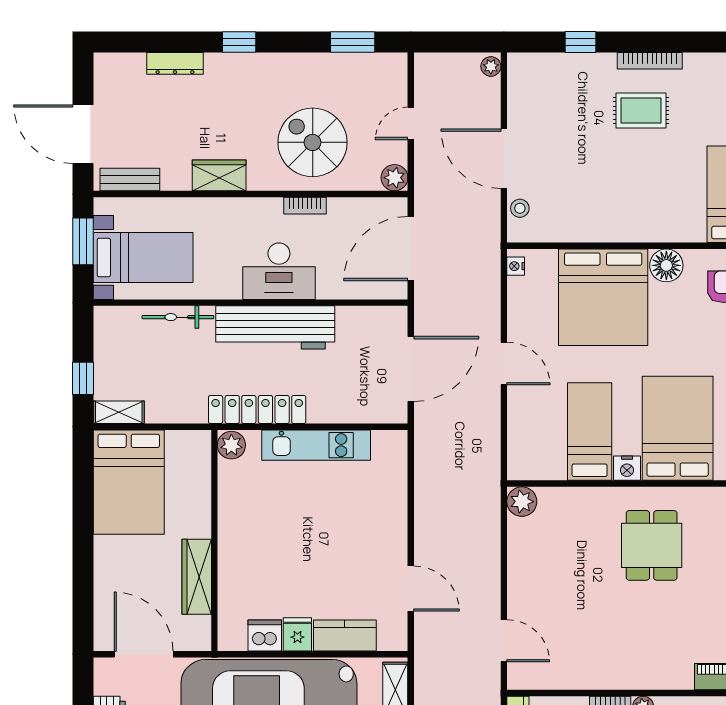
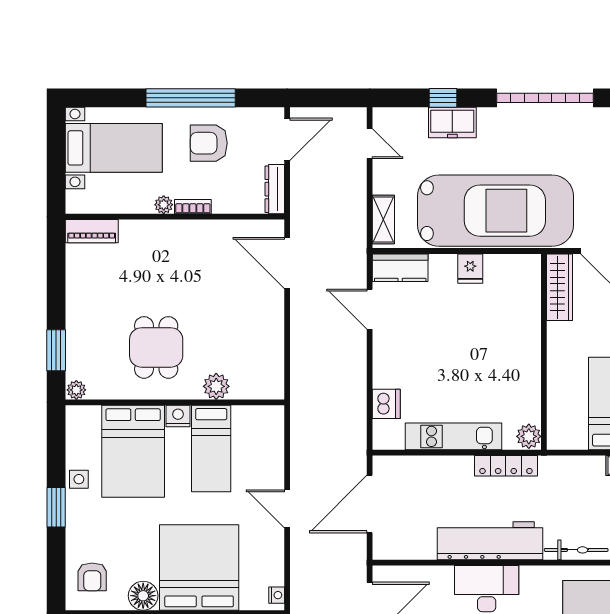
locker: (257, 409) -> (506, 466), width x0.71, depth x0.83
plant: (522, 502) -> (216, 386), moved
wardrobe: (197, 577) -> (560, 287), moved
kitchen counter: (345, 635) -> (400, 268), moved
dishwasher: (265, 636) -> (386, 404), moved, turned -90
door: (504, 641) -> (287, 263), width x1.36

